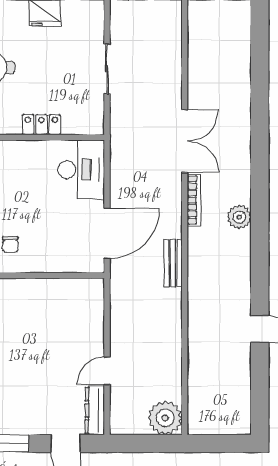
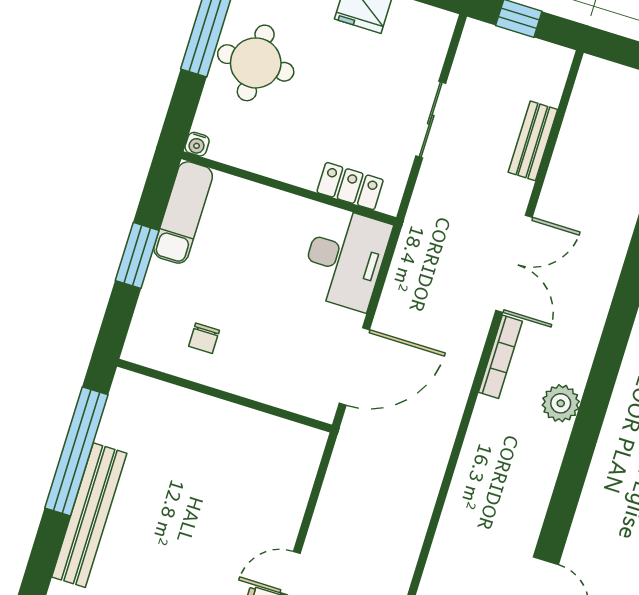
locker: (41, 125) -> (350, 186), moved
bench: (173, 263) -> (533, 141), moved

